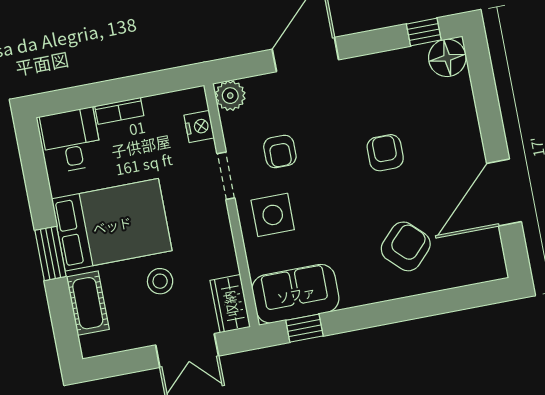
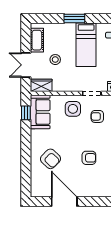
bed: (112, 225) -> (86, 45), width x0.67
cot: (88, 303) -> (37, 40), moved, turned 90

